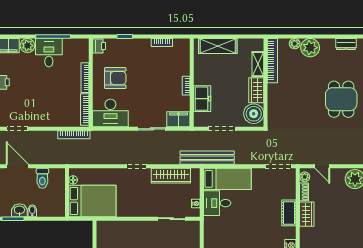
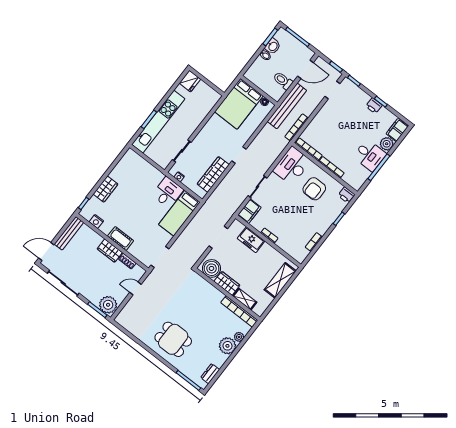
bench: (207, 158) -> (287, 106), moved
plant: (305, 177) -> (138, 270), removed

